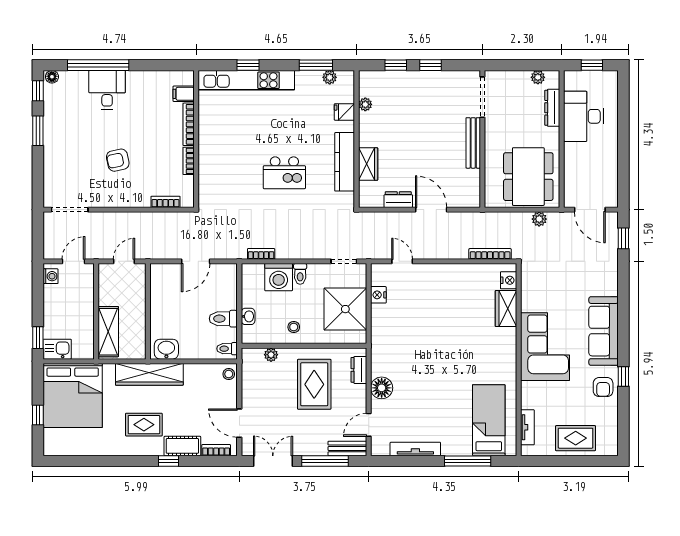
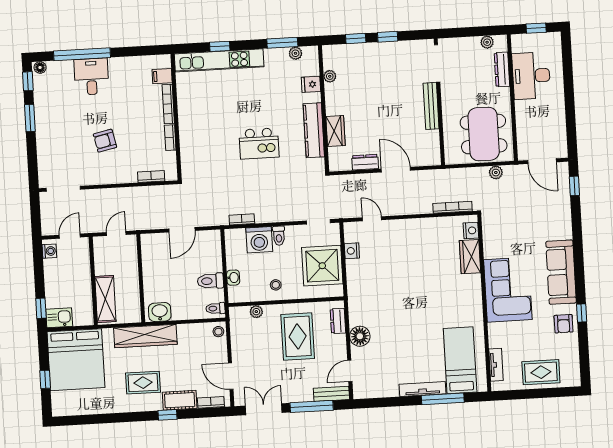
tv unit: (415, 449) -> (423, 389), moved

